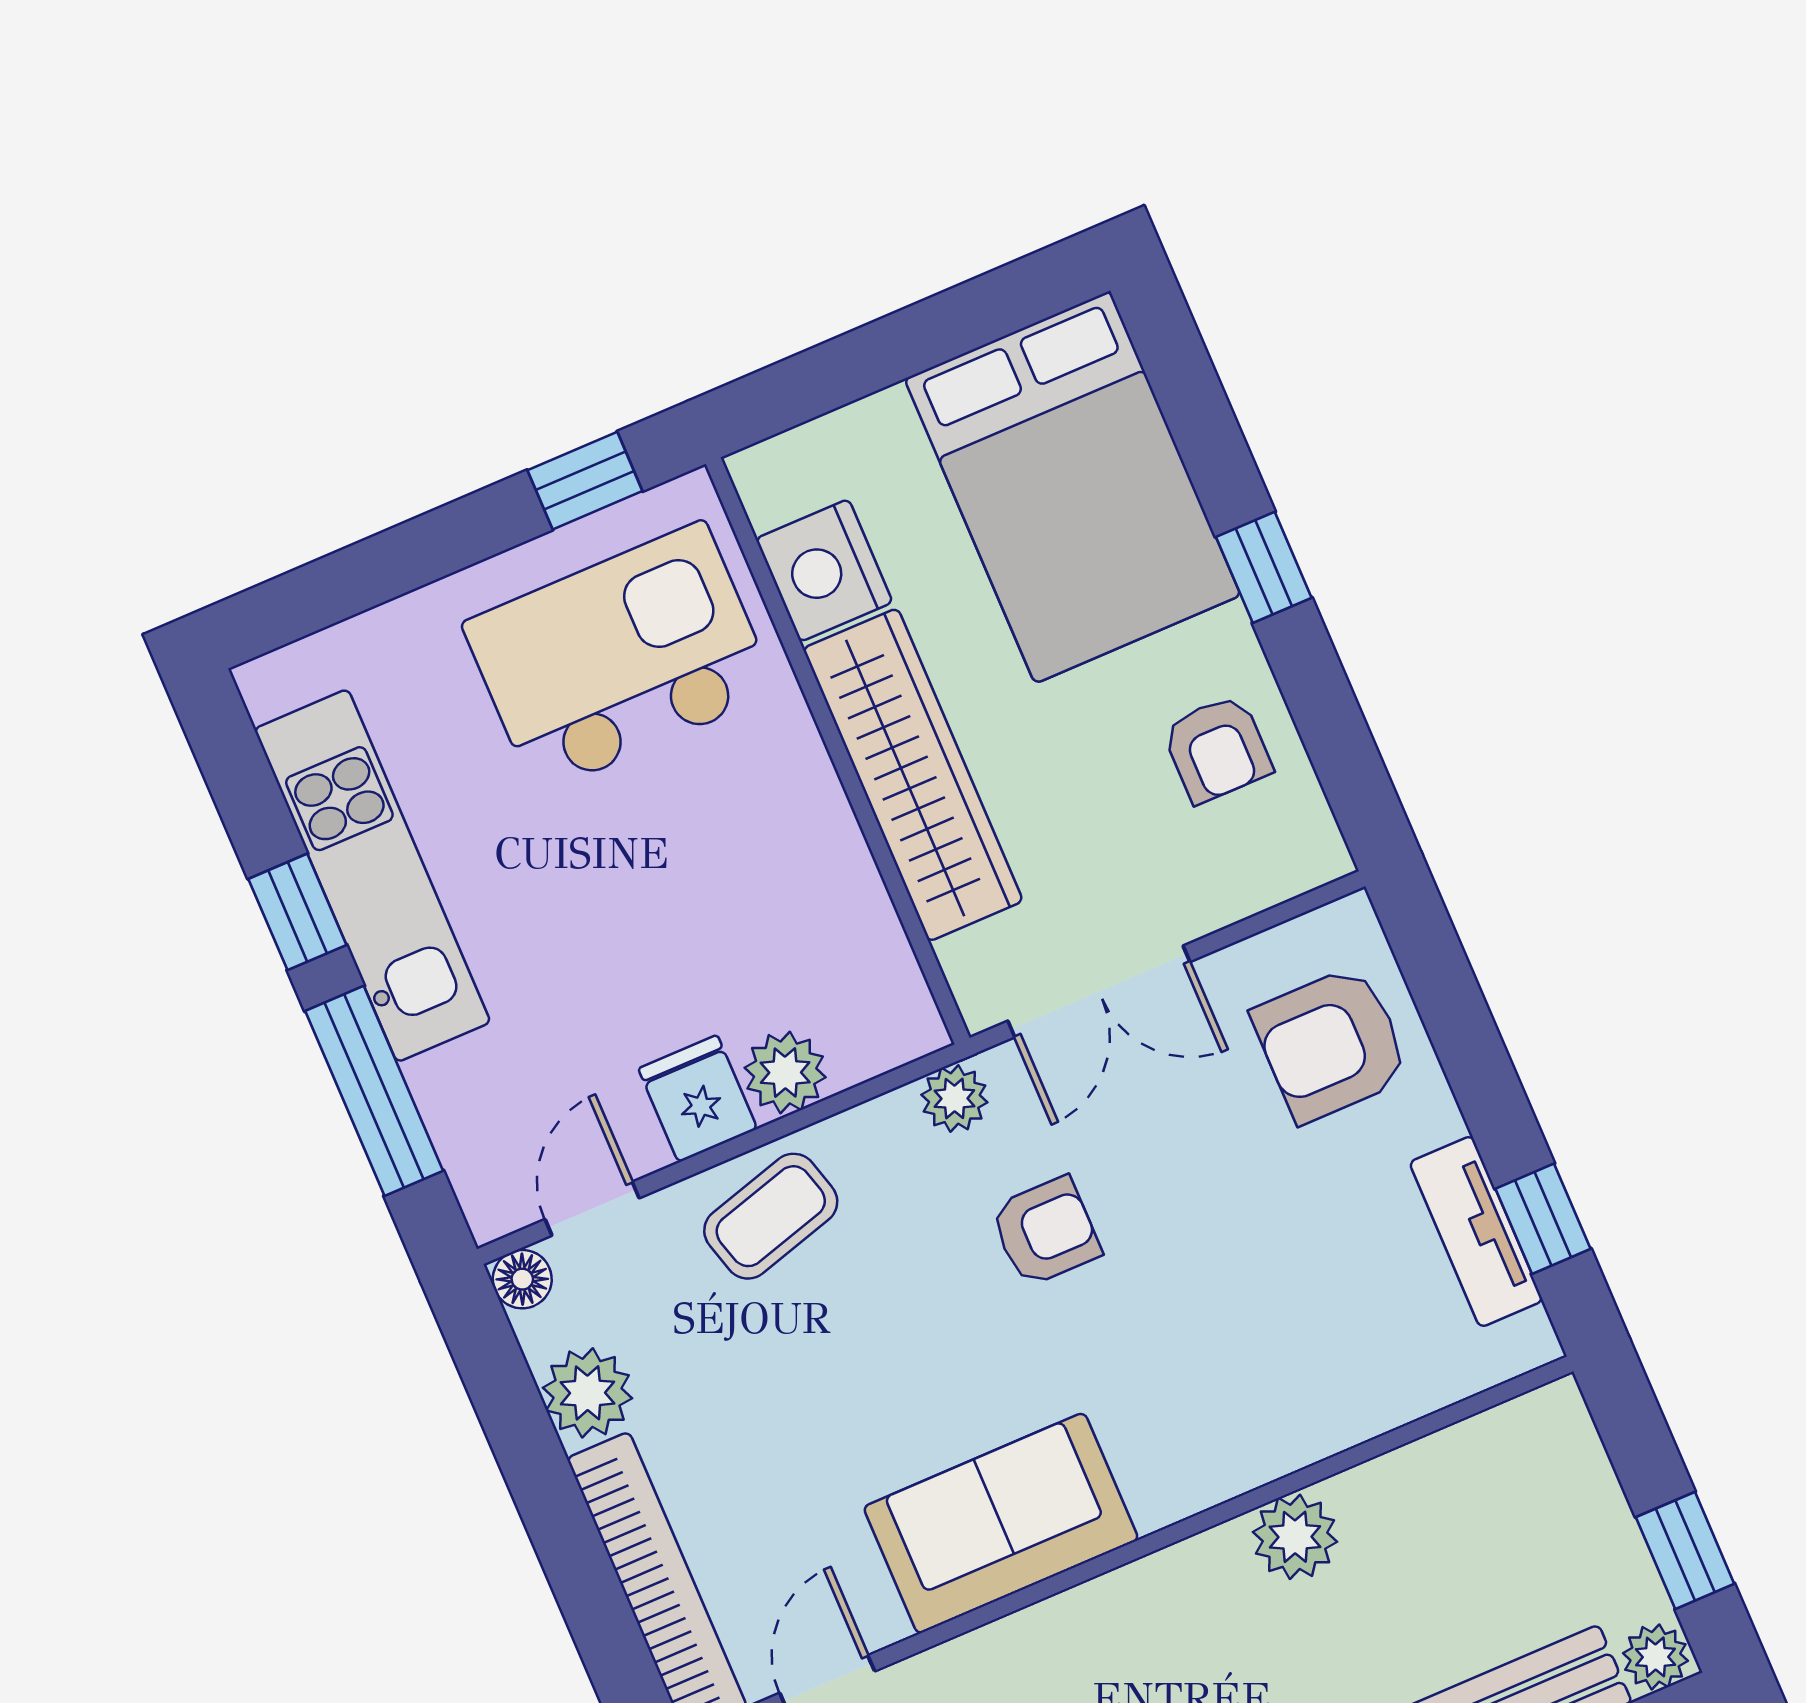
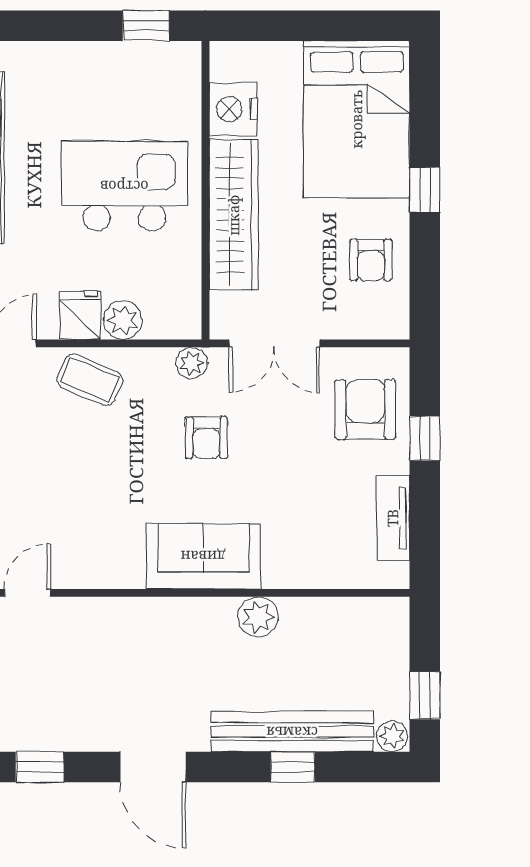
kitchen island: (620, 658) -> (124, 186), moved
armchair: (1331, 1044) -> (365, 409), turned 90
coffee table: (771, 1216) -> (90, 380), turned 39
window: (1543, 1219) -> (425, 438), moved
armchair: (1045, 1231) -> (206, 438), turned 90
sofa: (1001, 1523) -> (203, 556), moved

